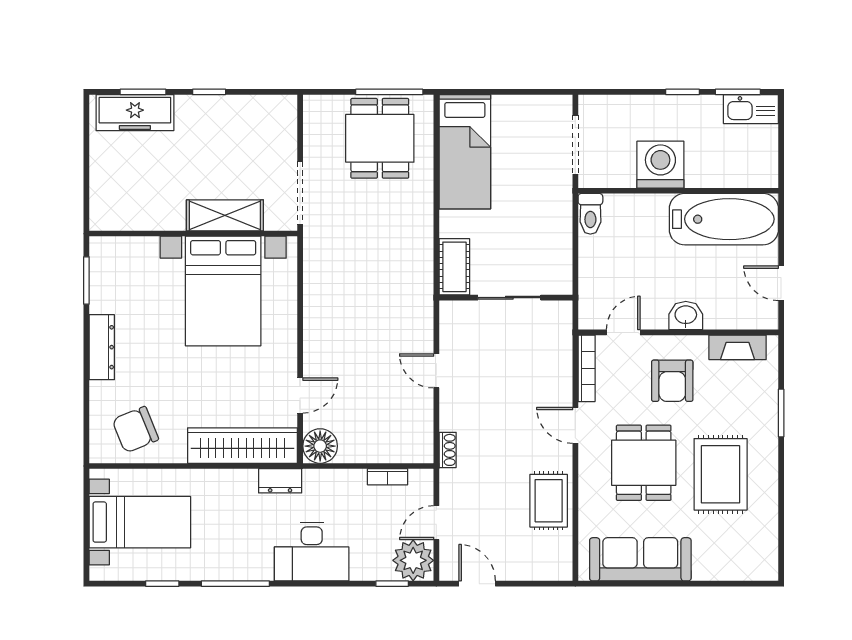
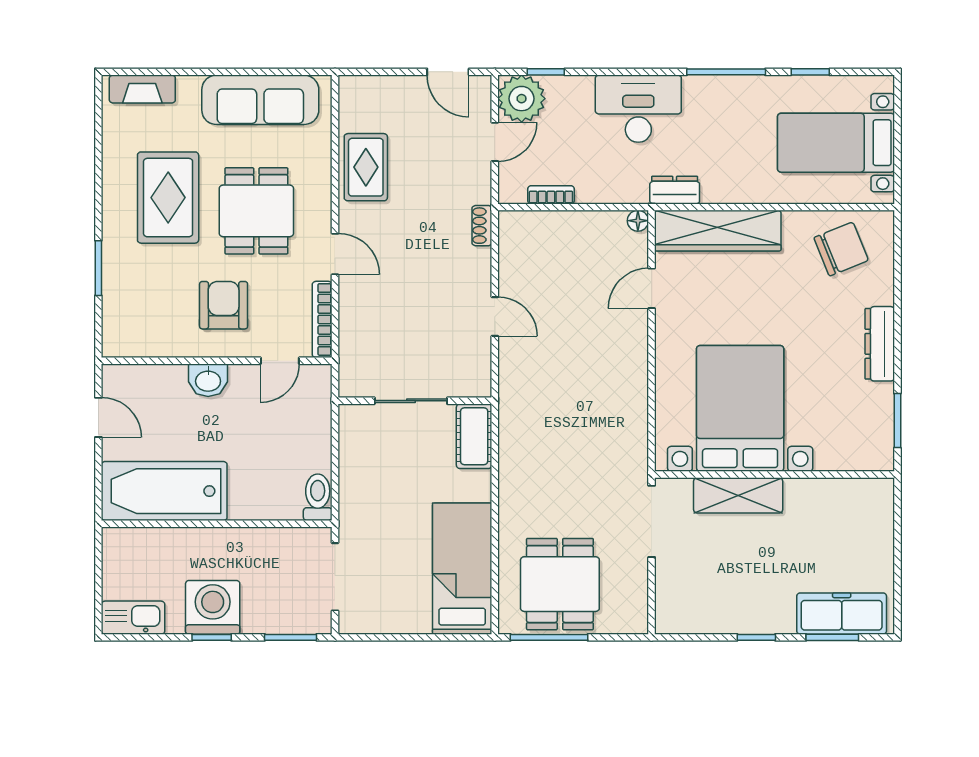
window: (738, 92) -> (291, 637), moved
washing machine: (660, 165) -> (213, 607), moved, turned 180
fireplace: (738, 347) -> (142, 89), moved, turned 180
floor lamp: (320, 446) -> (638, 221), width x0.53, depth x0.53

